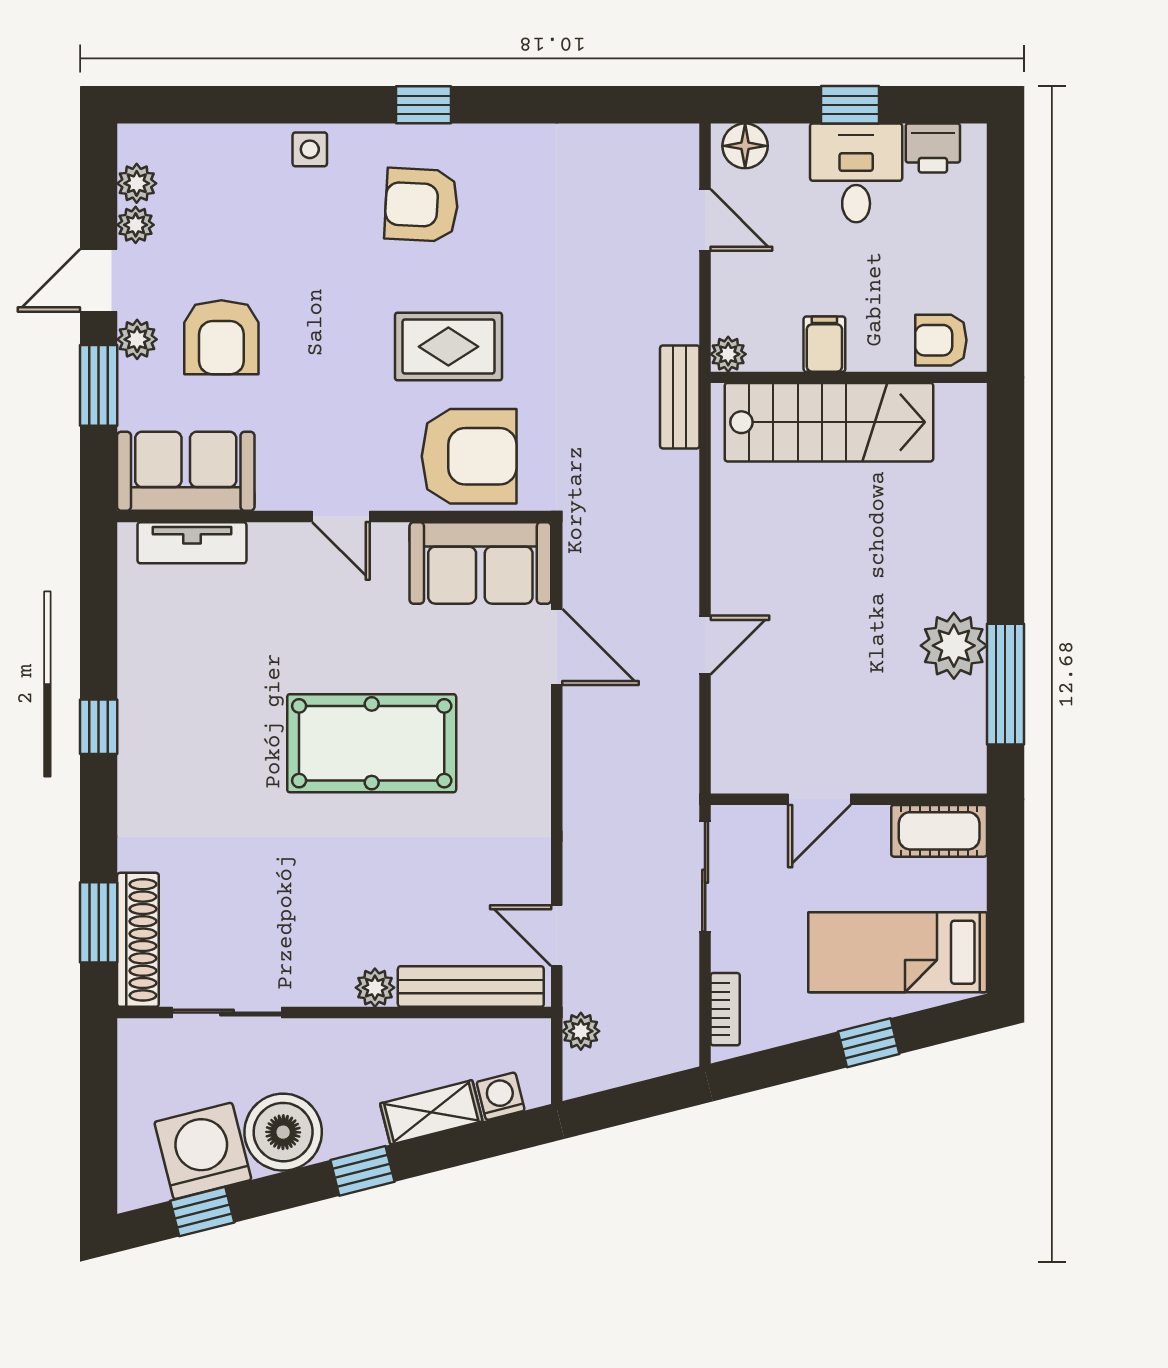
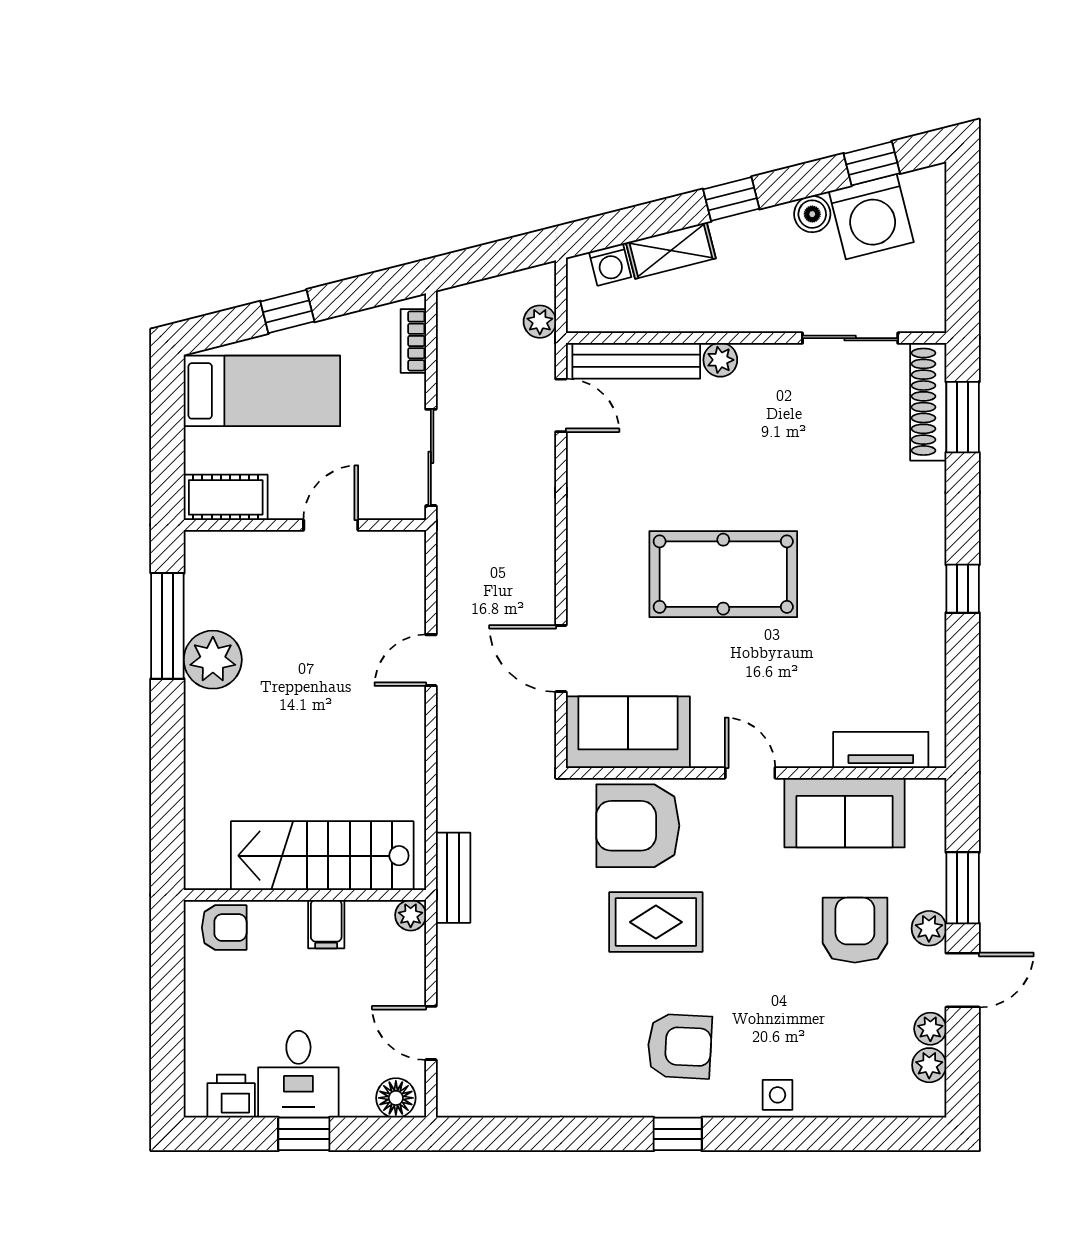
sofa: (186, 471) -> (845, 813), moved
boiler: (283, 1132) -> (812, 214), width x0.54, depth x0.54

